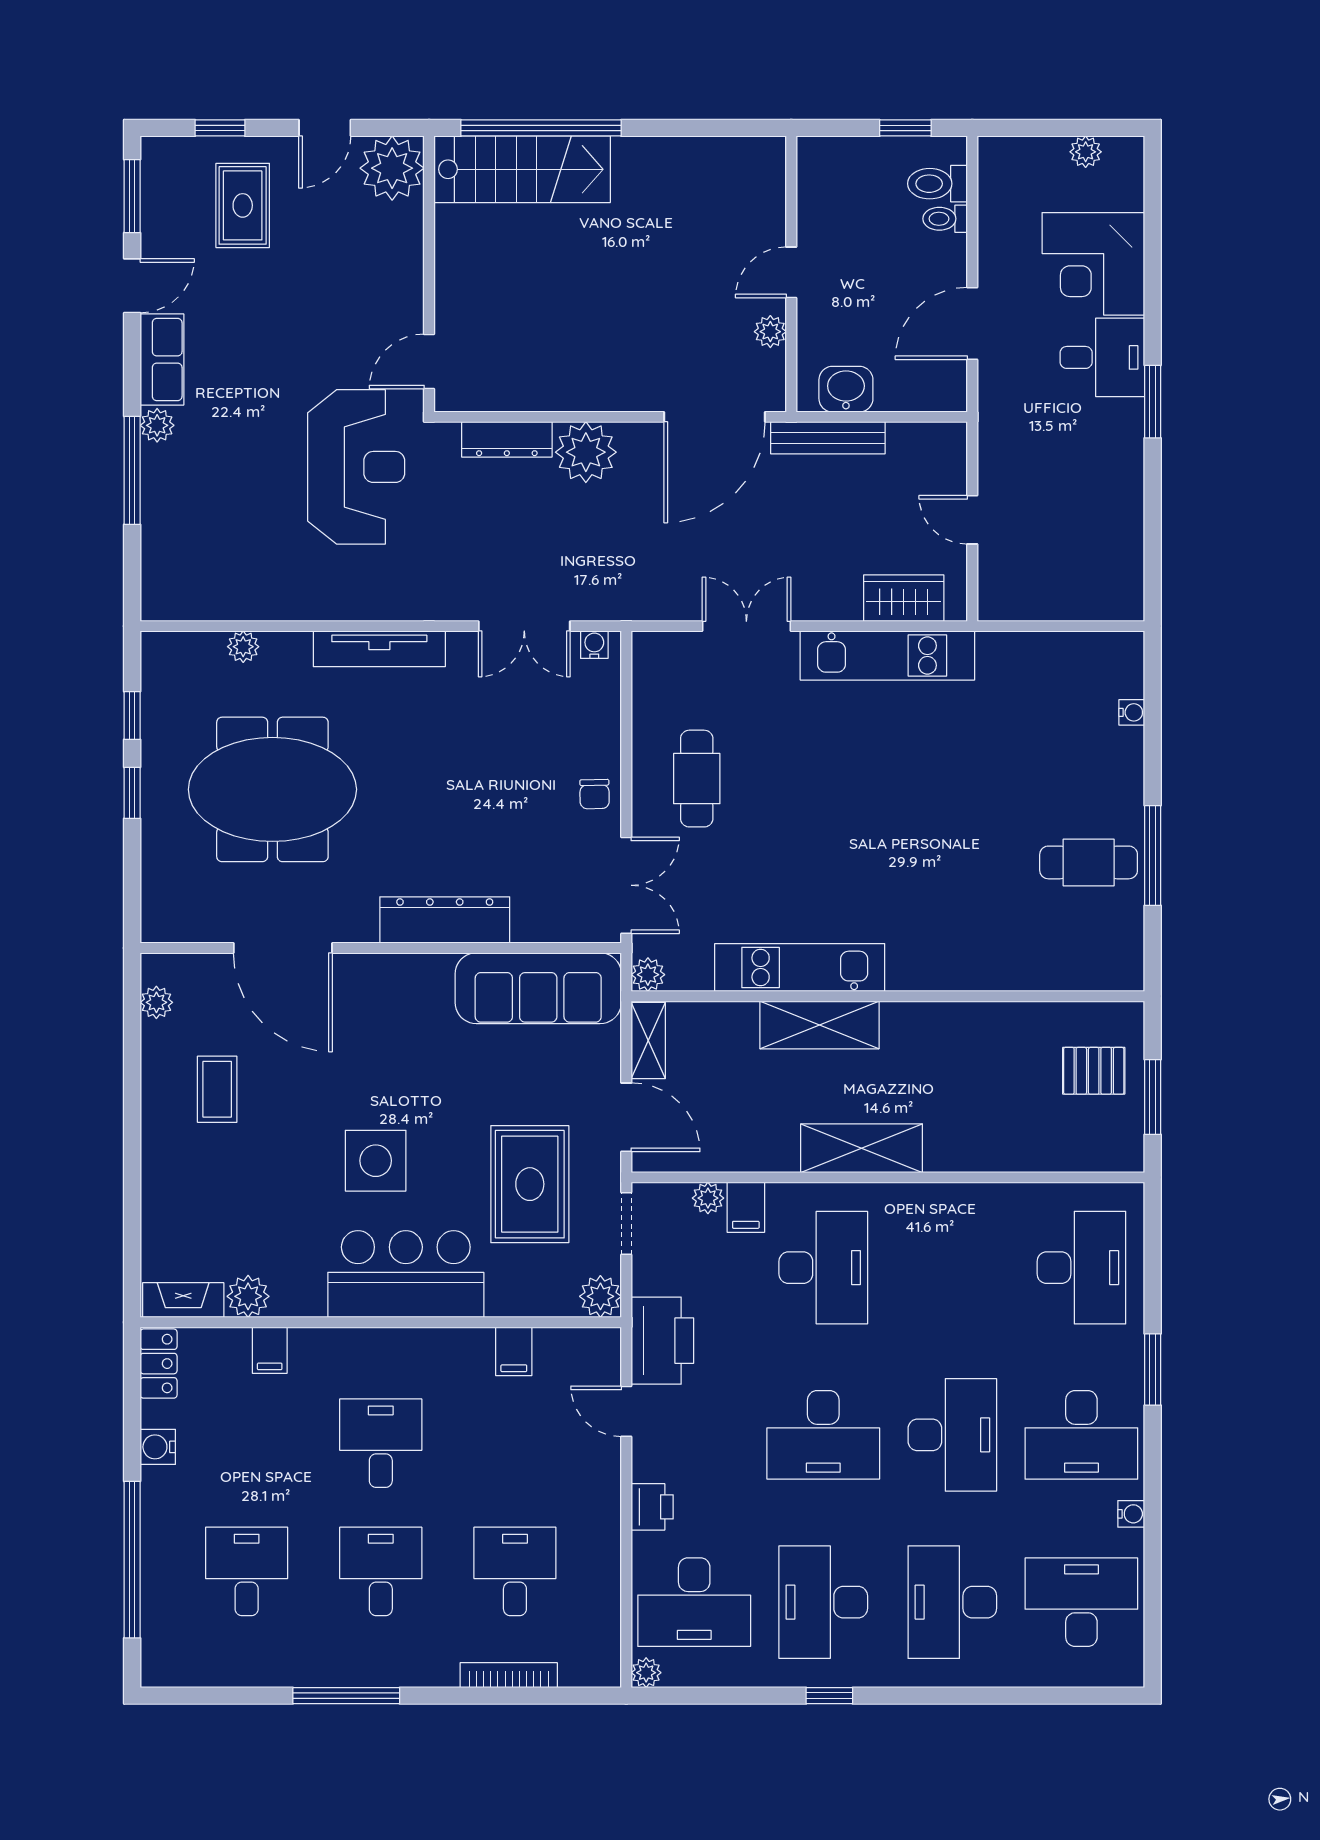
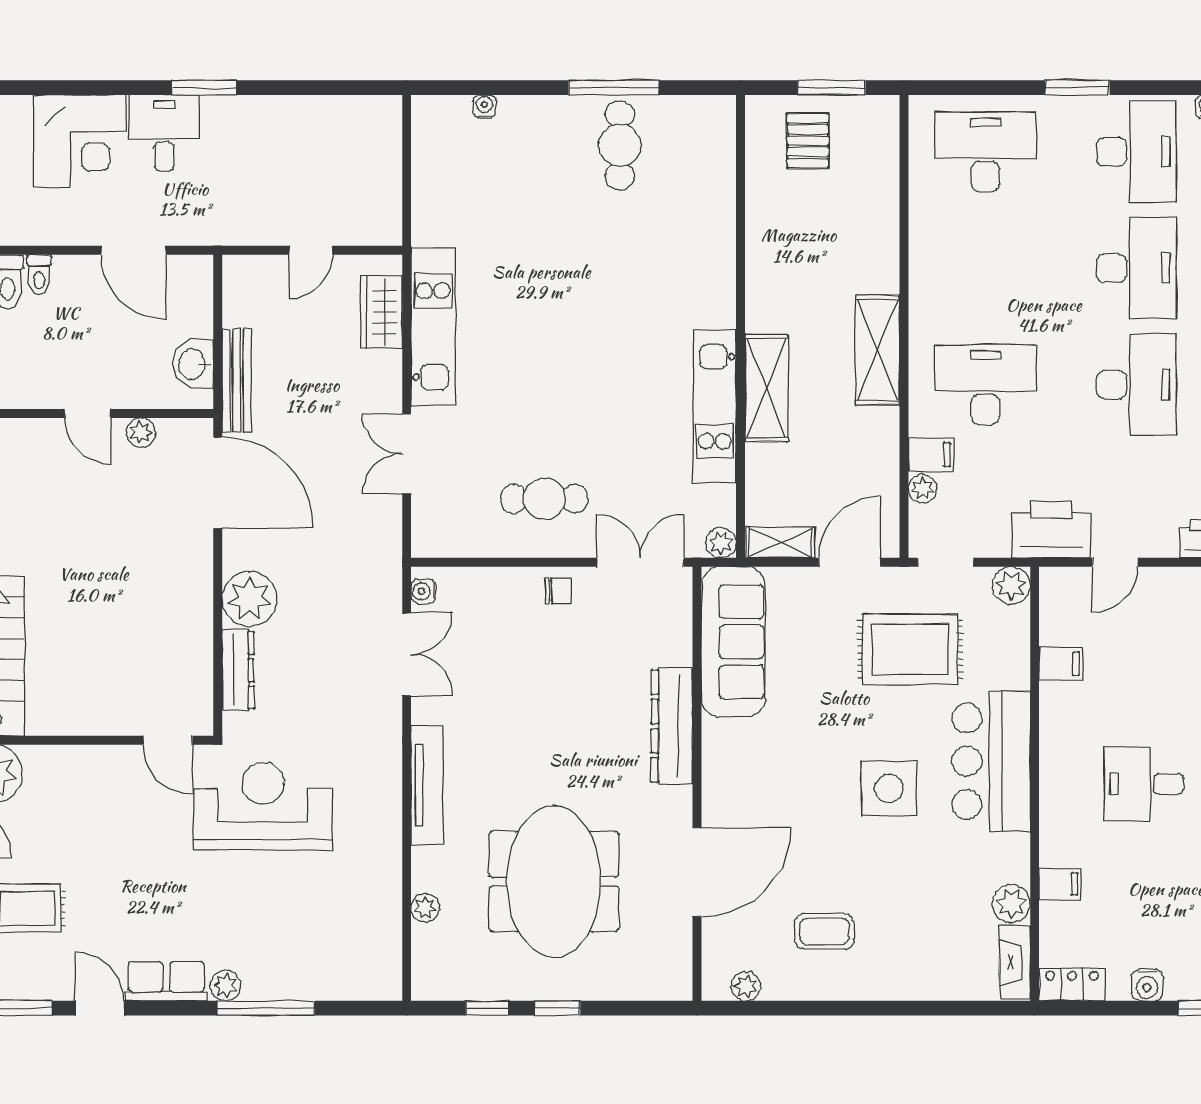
desk: (952, 1435) -> (1136, 268), turned 90

